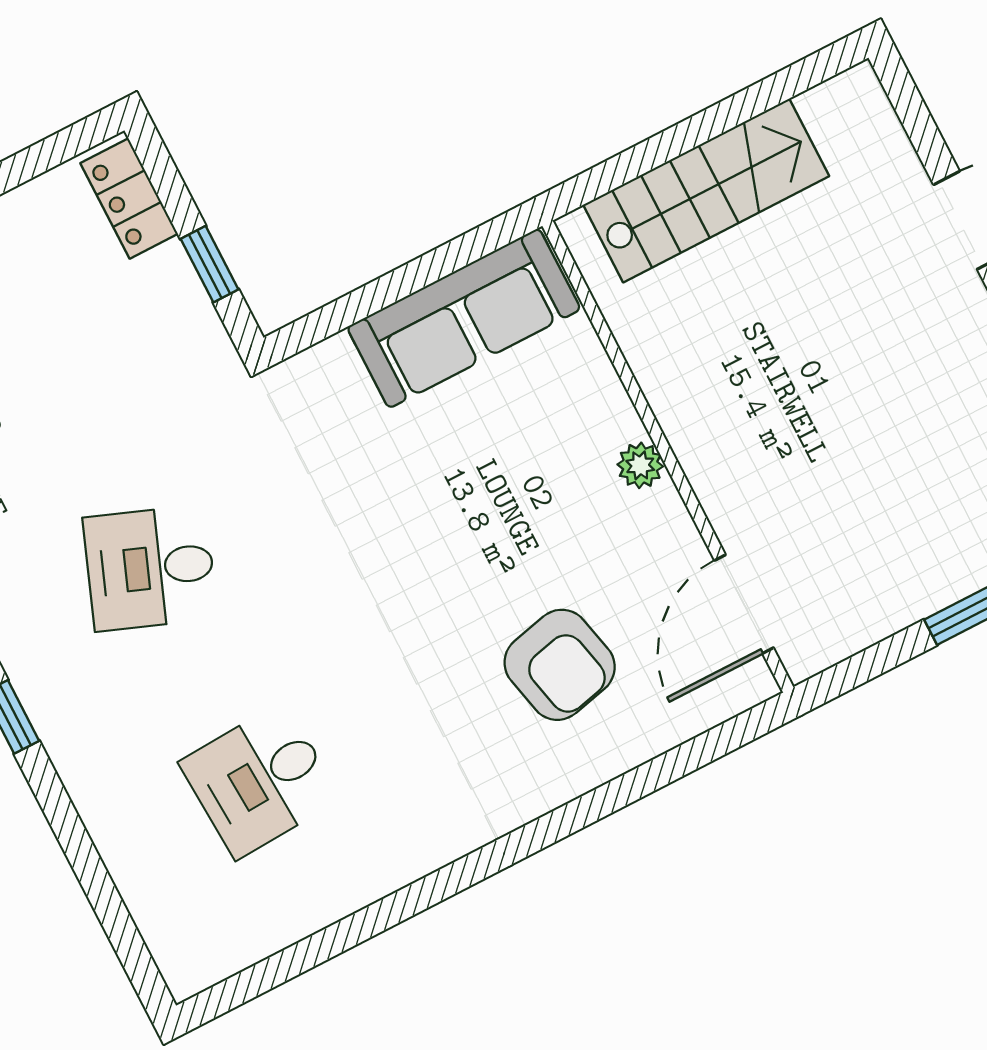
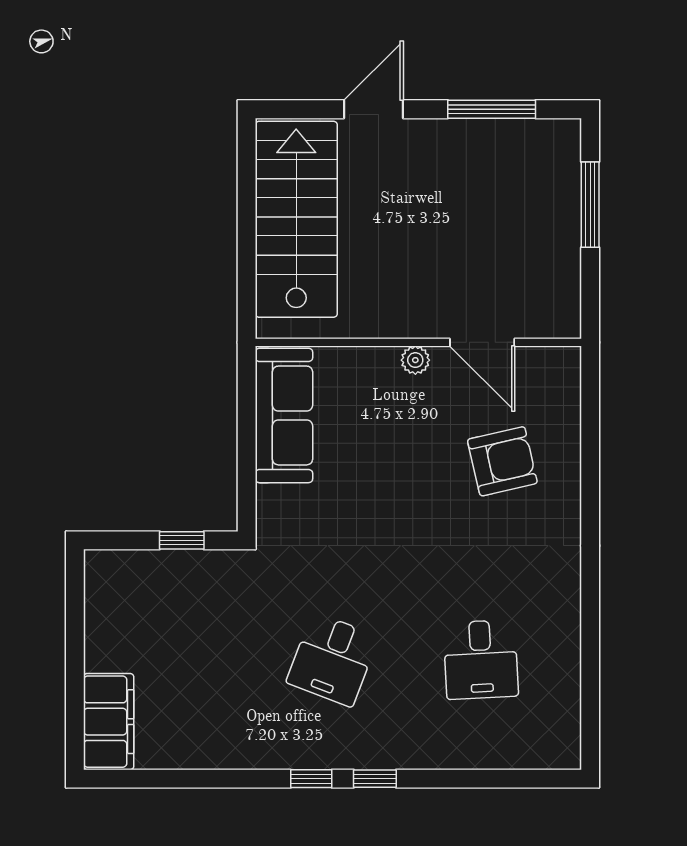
stairs: (706, 190) -> (296, 219), width x1.36, depth x1.51
locker: (129, 198) -> (123, 566), removed
door: (744, 604) -> (482, 342), moved

